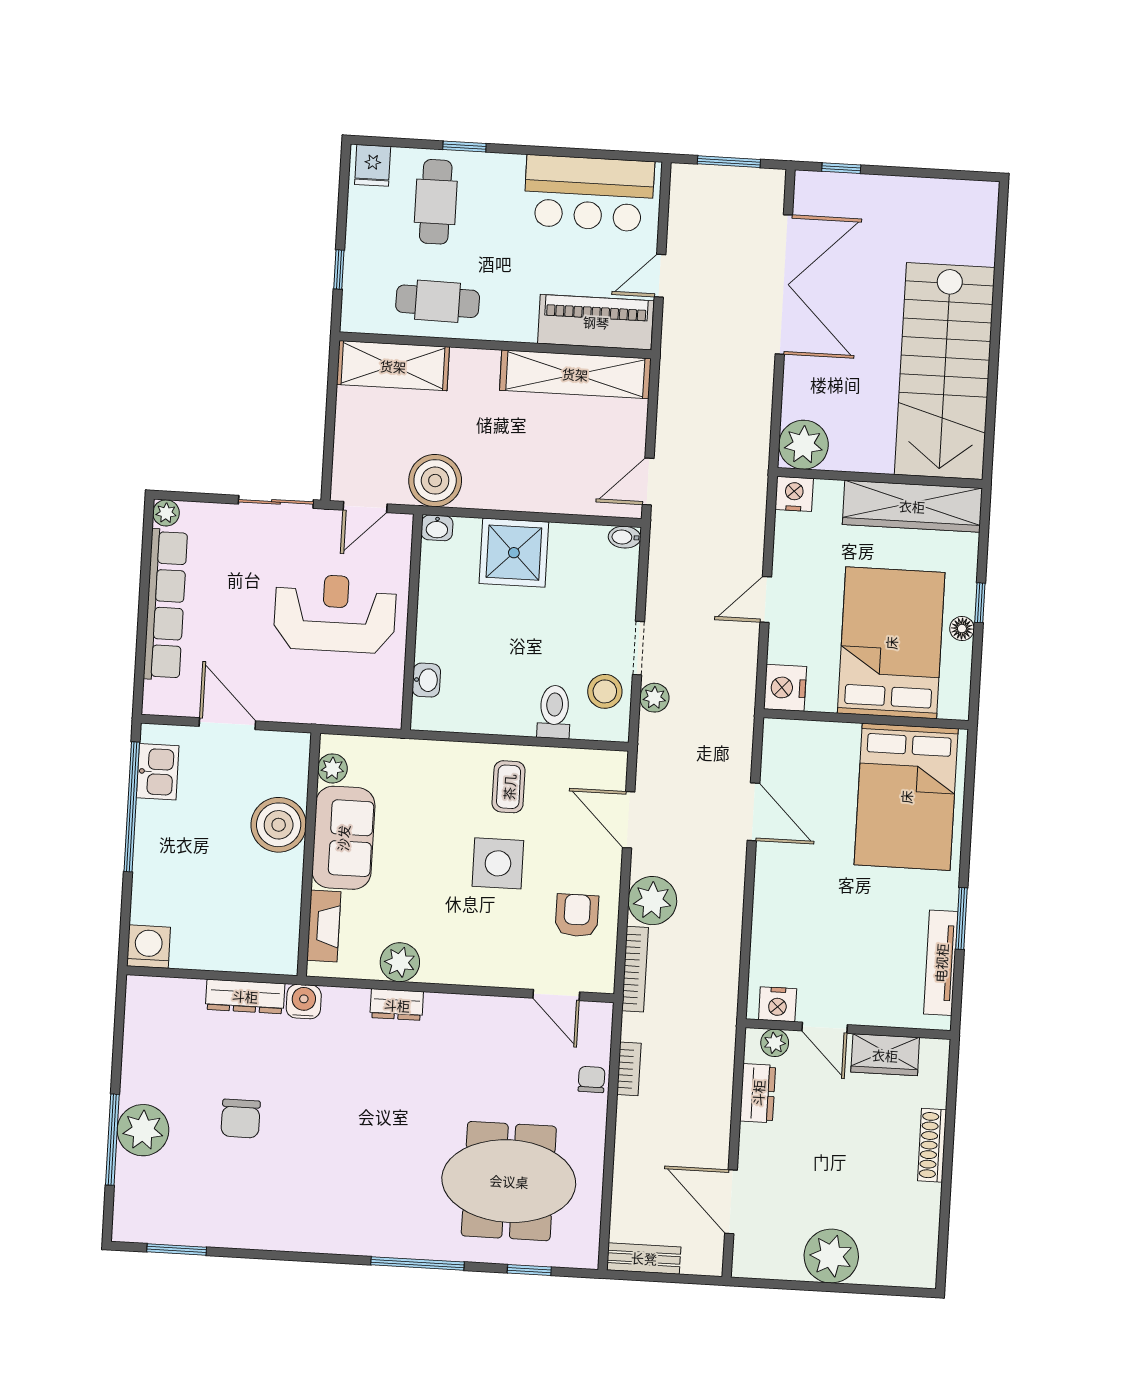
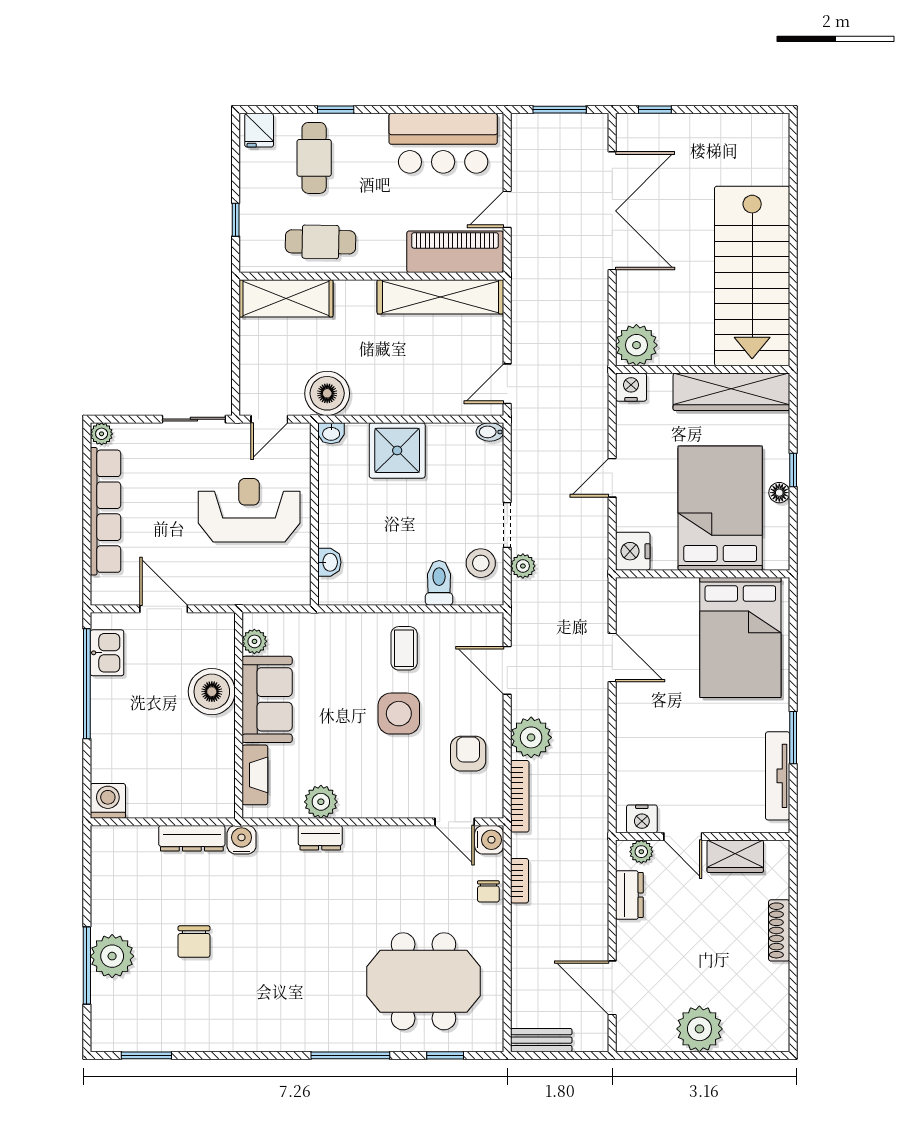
water cooler: (596, 1018) -> (489, 840), added
chair: (591, 1079) -> (488, 891), turned 180

